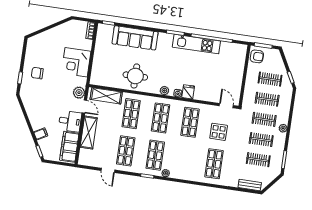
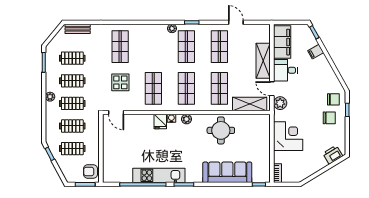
printer: (39, 40) -> (333, 155), added
chair: (31, 89) -> (333, 99), added

